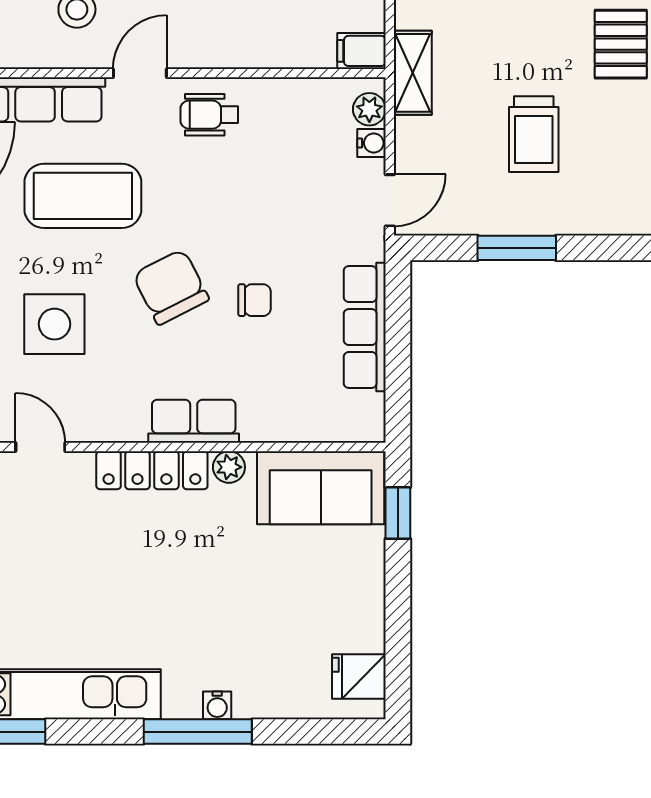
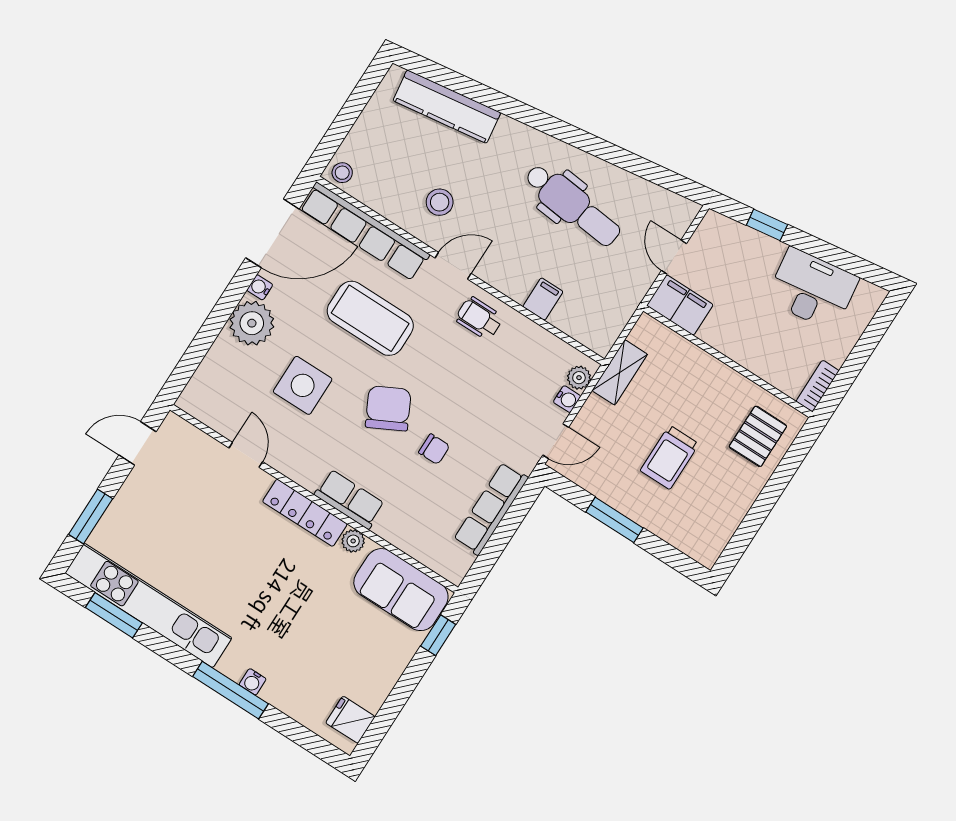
filing cabinet: (361, 51) -> (543, 299), moved, turned 90

